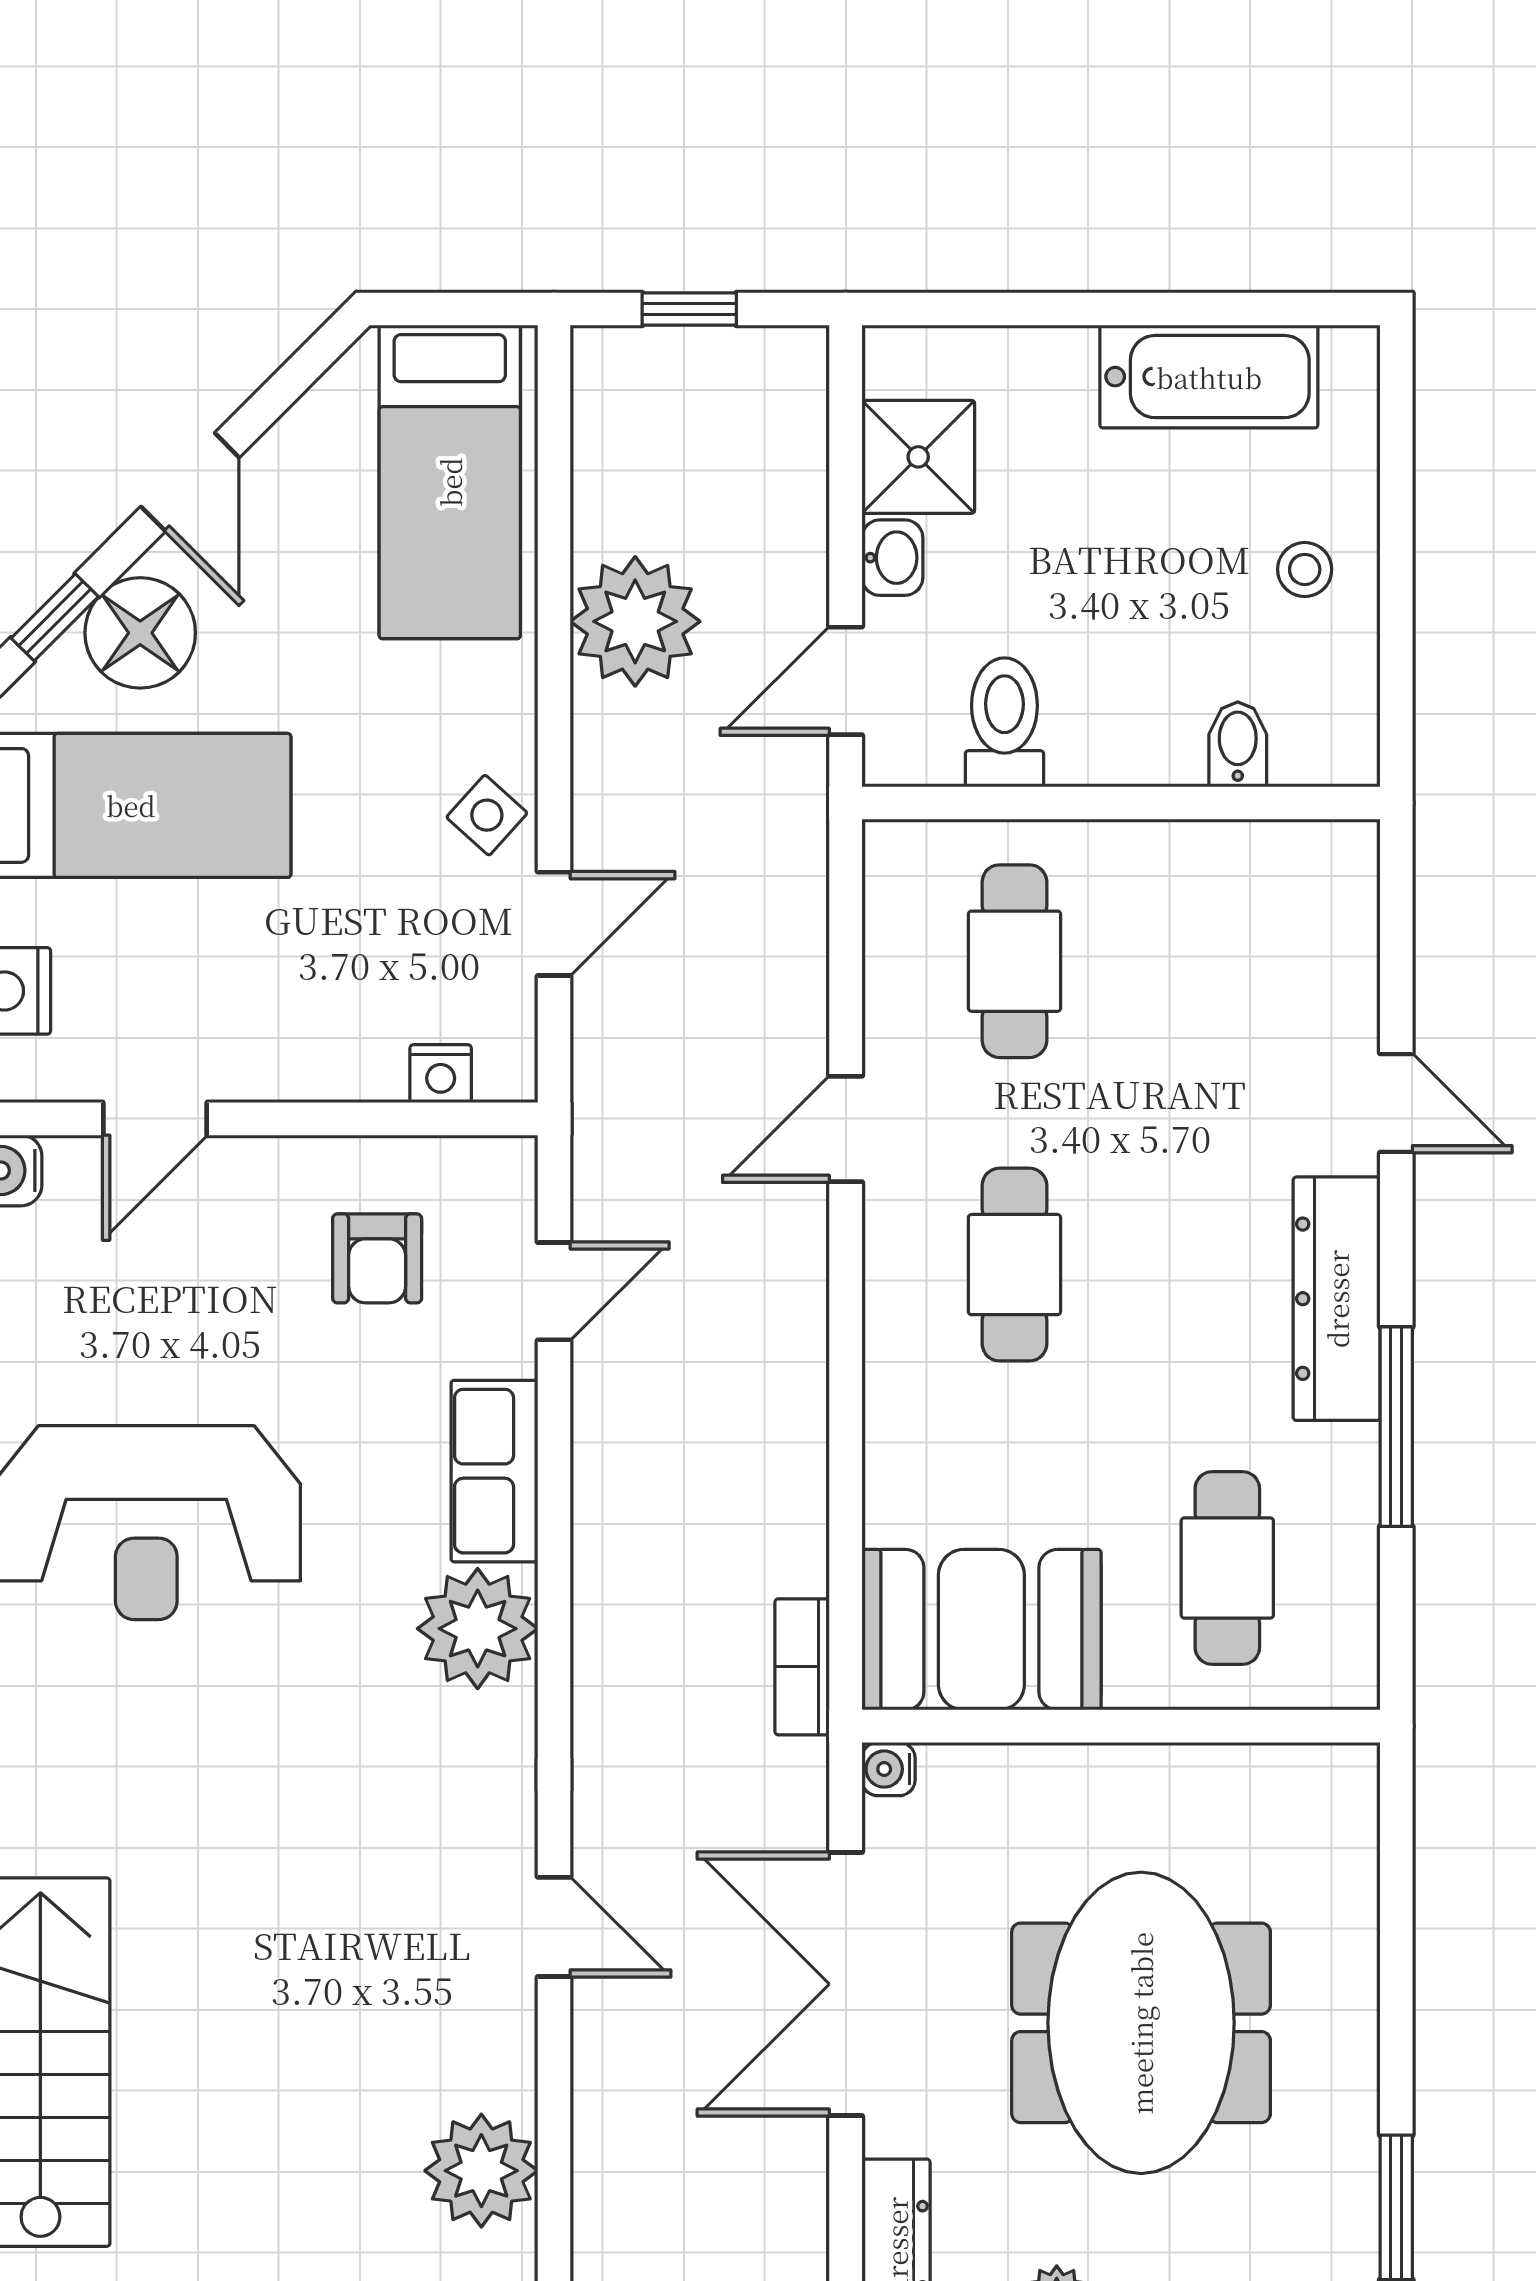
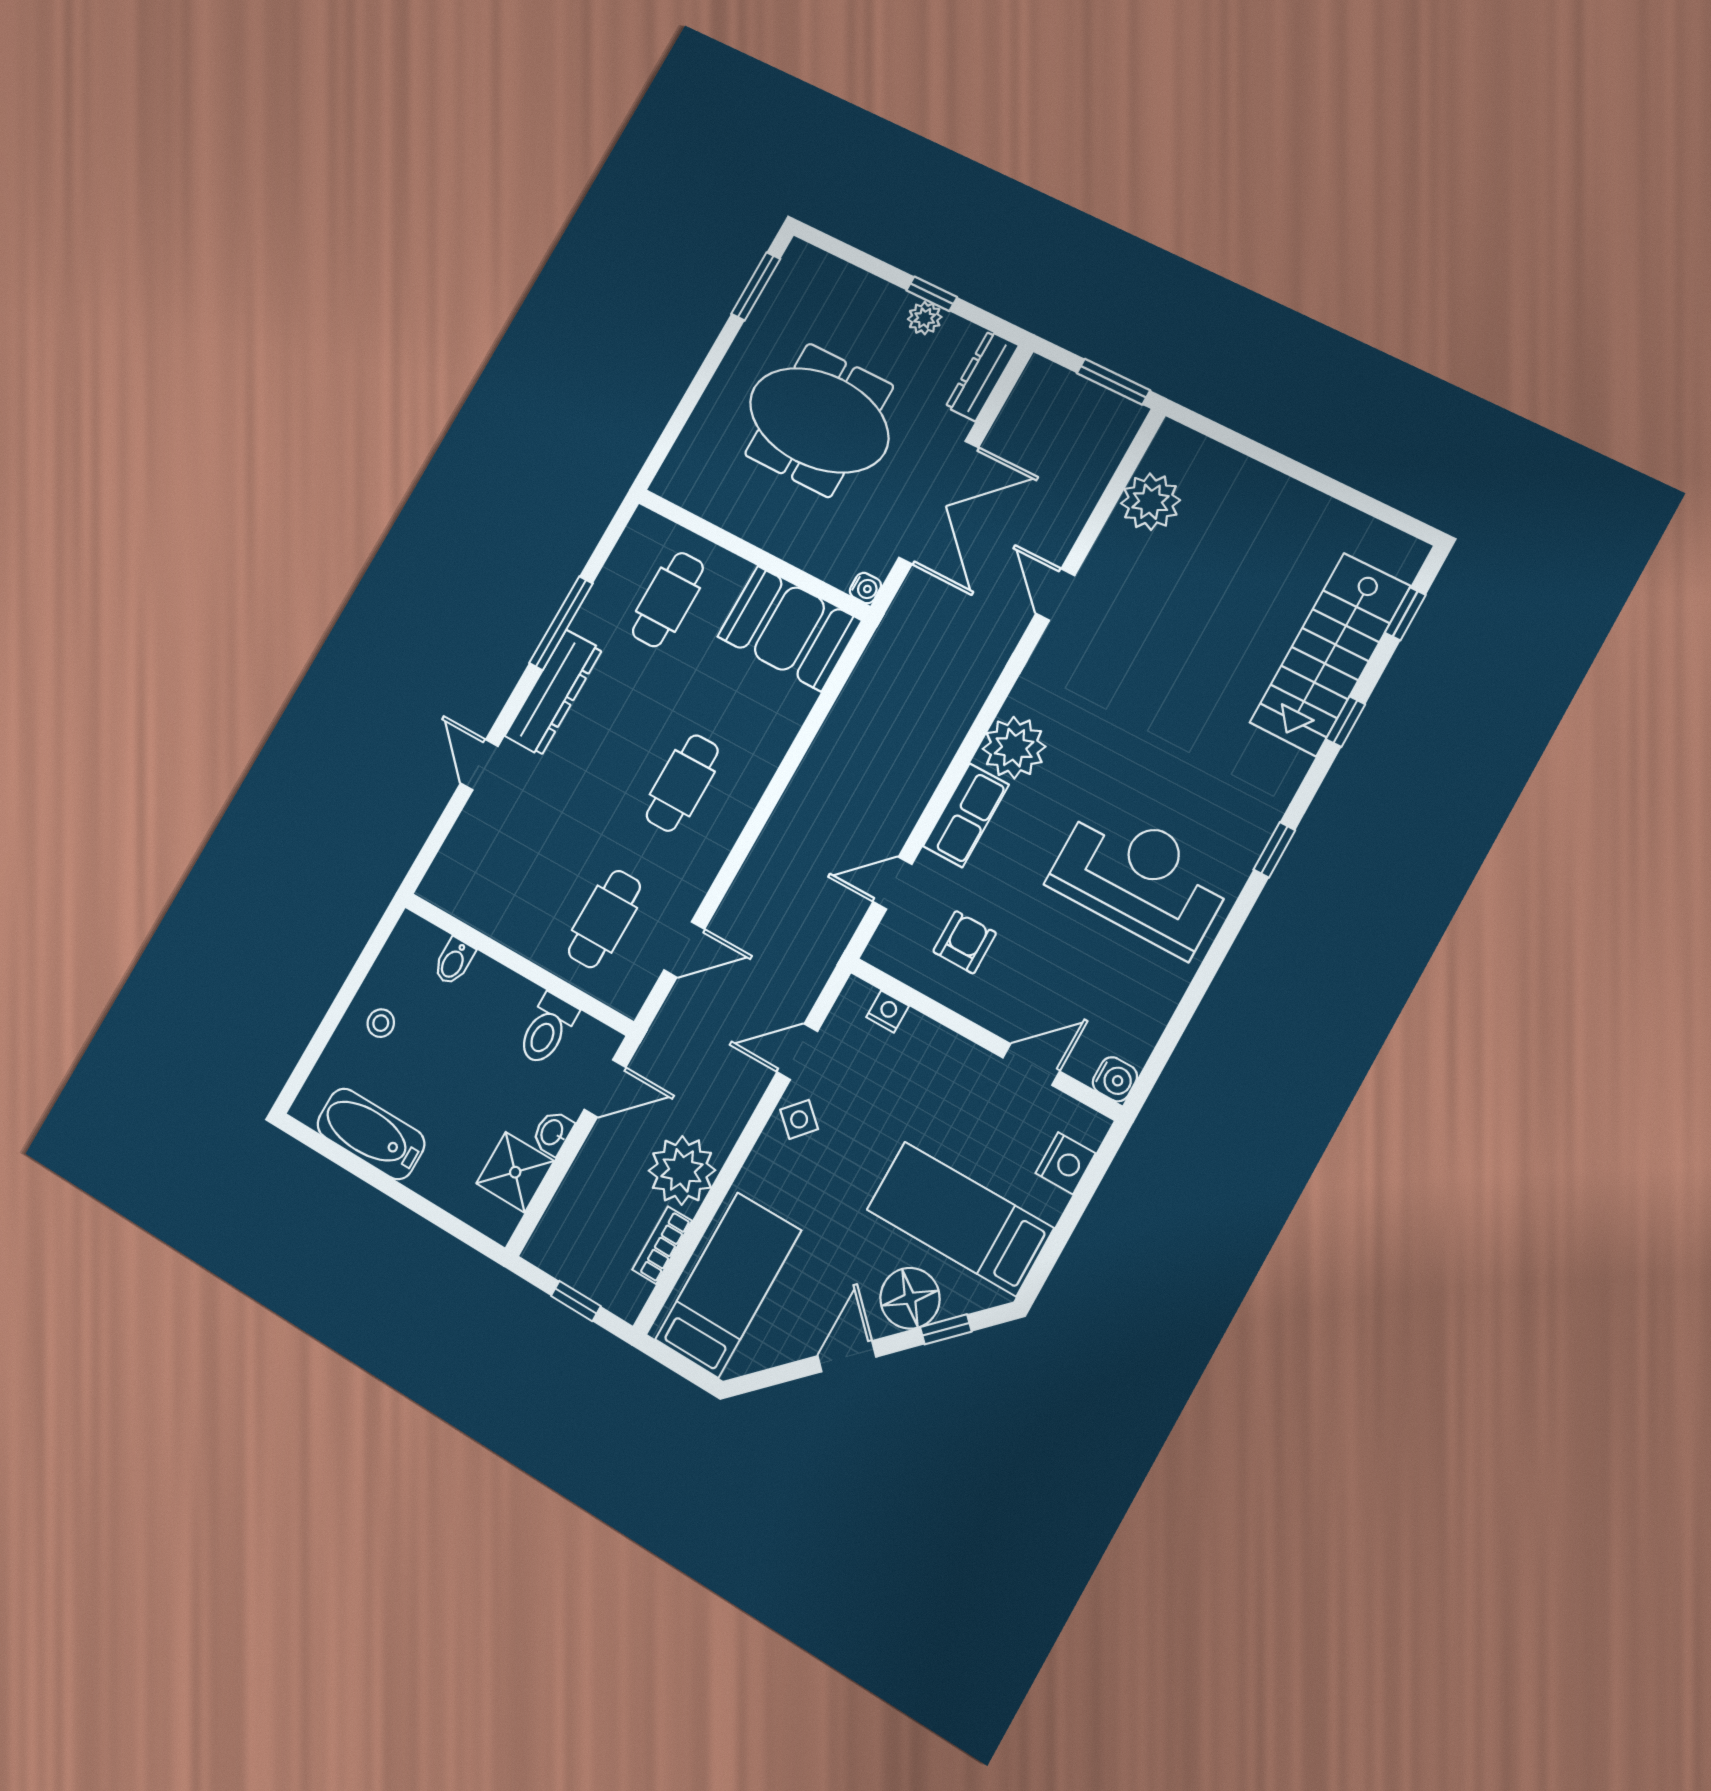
door: (846, 1129) -> (684, 949), moved
bookcase: (802, 1667) -> (662, 1245), moved, turned 180
meeting table: (1141, 2023) -> (819, 420), turned 90

